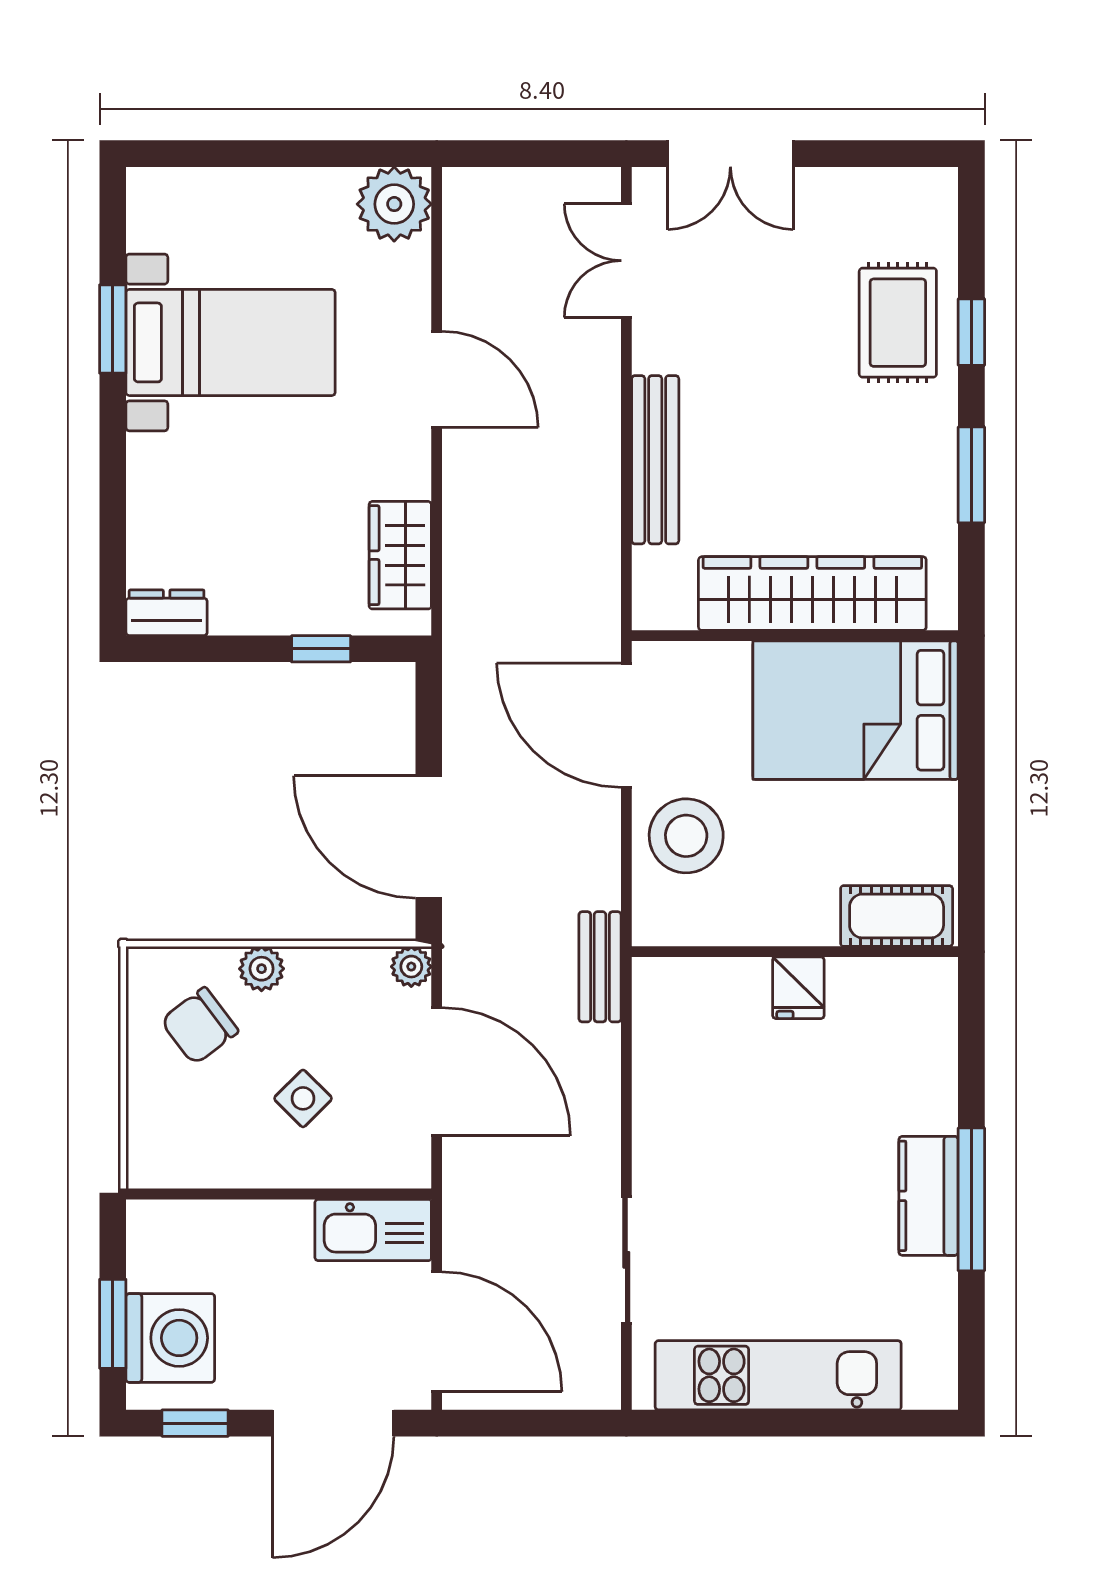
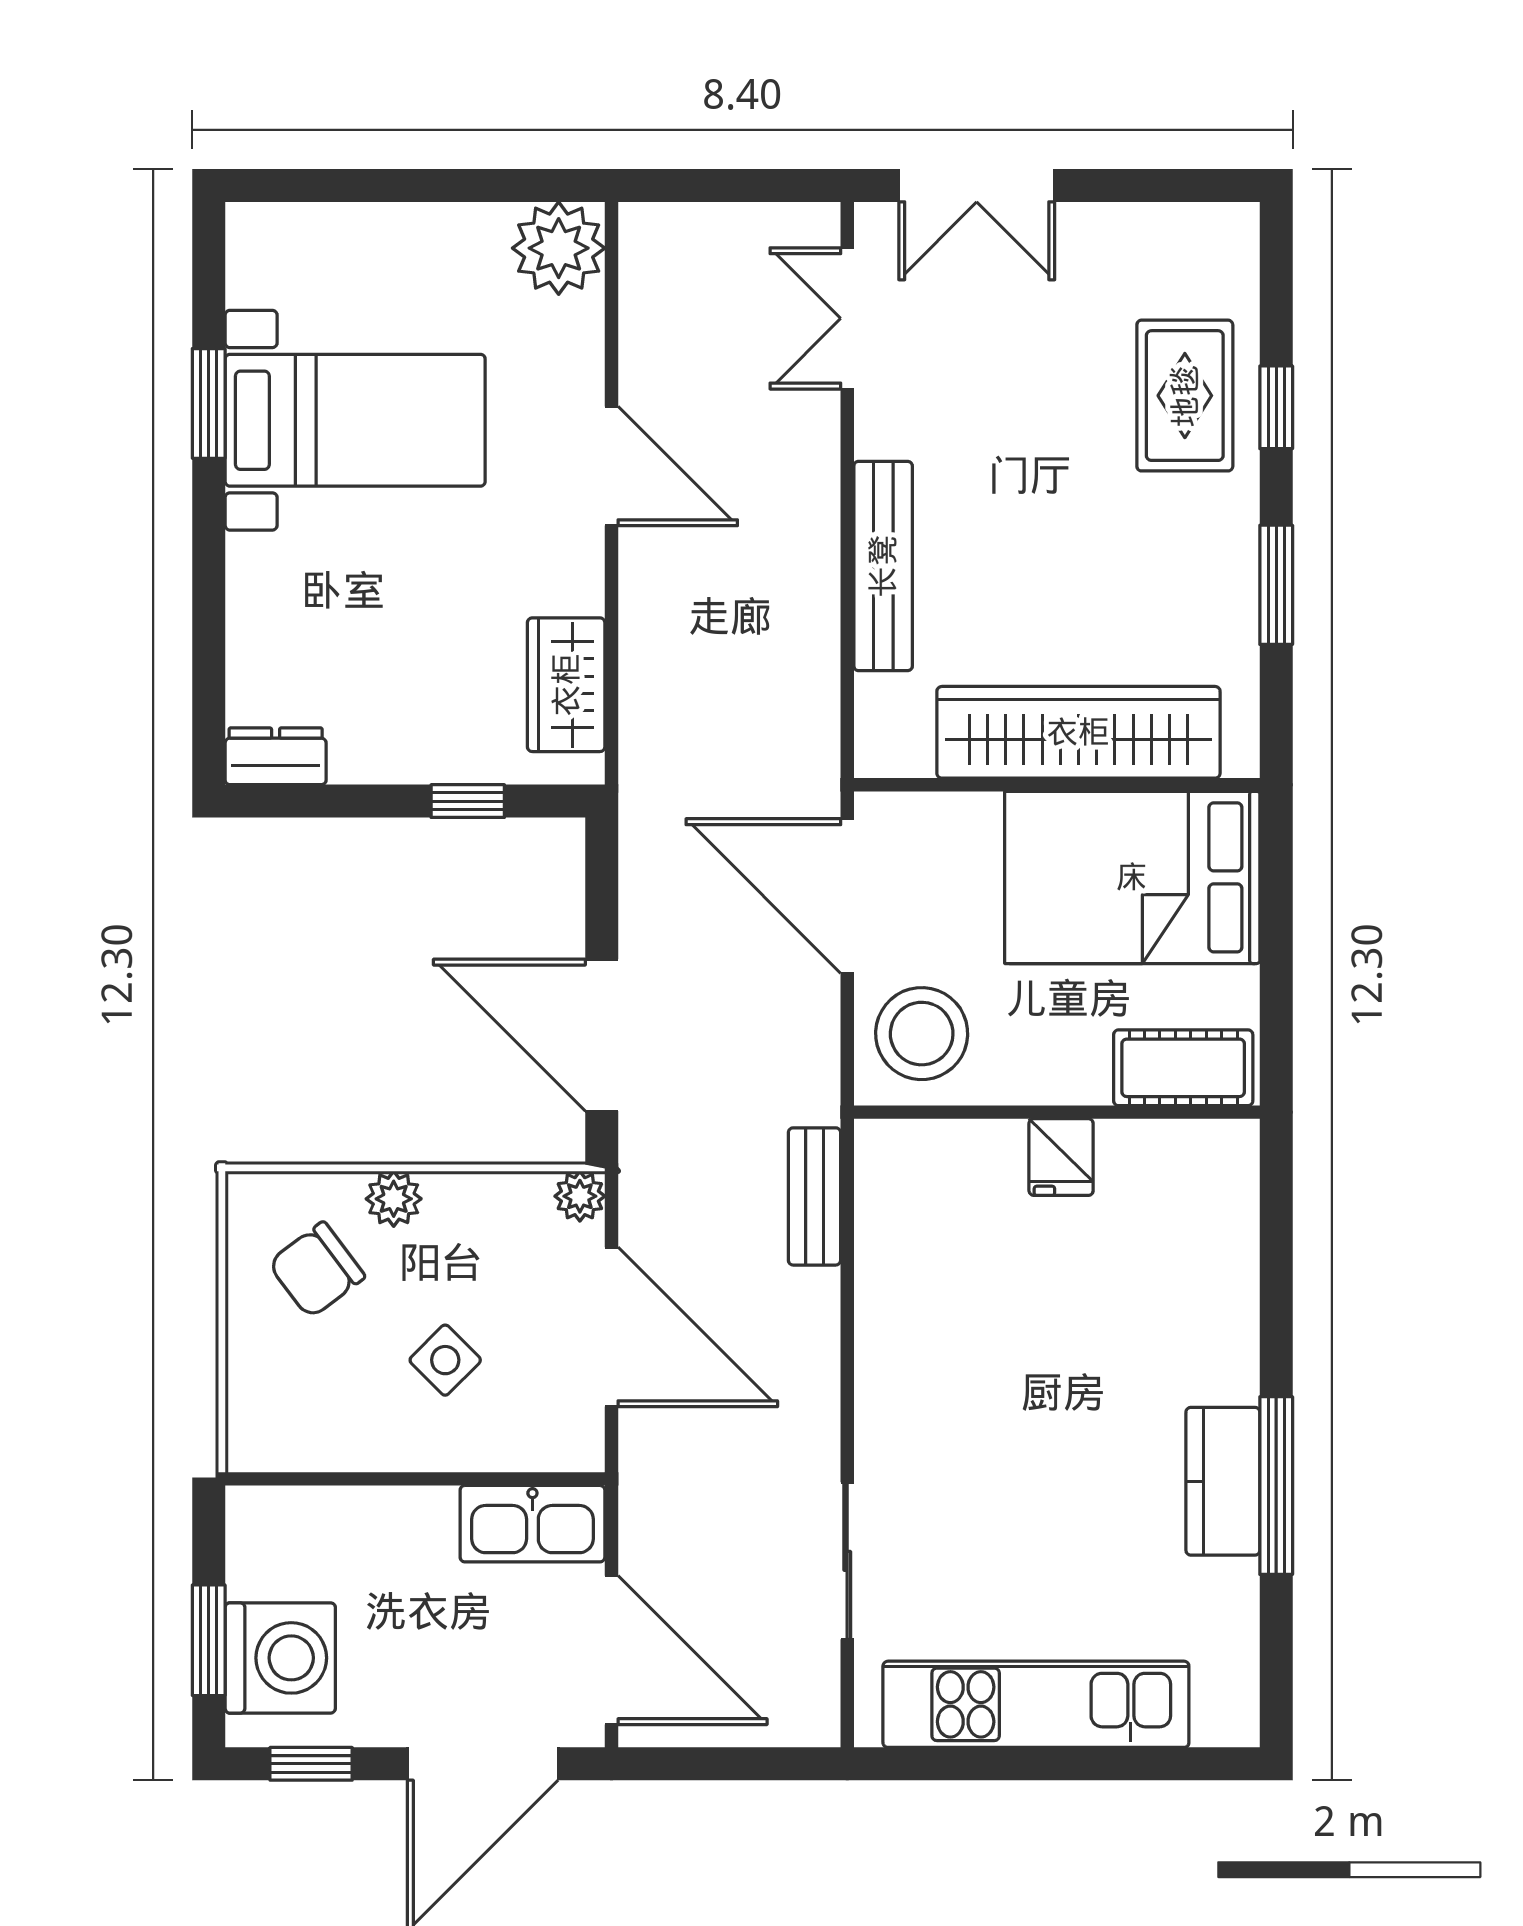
cot: (897, 916) -> (1183, 1068), moved
wall: (795, 952) -> (1057, 1112), moved
fridge: (798, 988) -> (1061, 1157), moved

